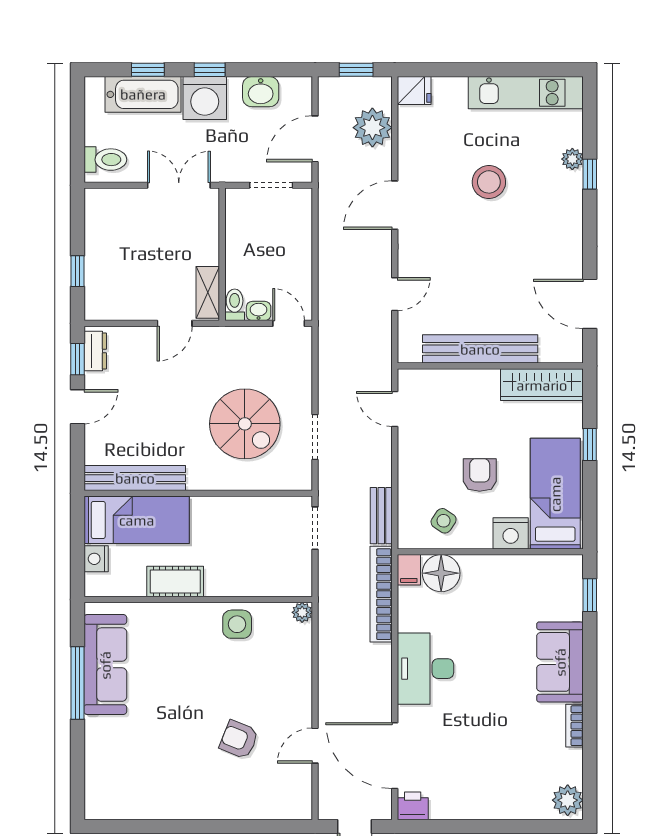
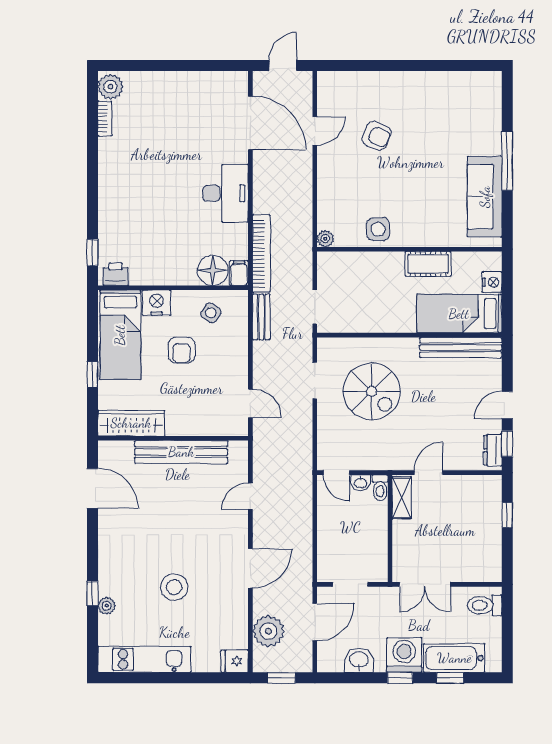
spiral stairs: (245, 424) -> (372, 391), turned 180
sofa: (560, 662) -> (117, 199), removed
window: (77, 683) -> (507, 161), moved
bookcase: (575, 726) -> (105, 118), moved
printer: (413, 806) -> (116, 274), moved, turned 180

